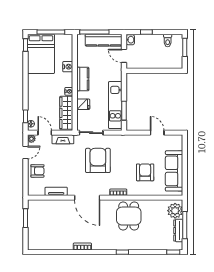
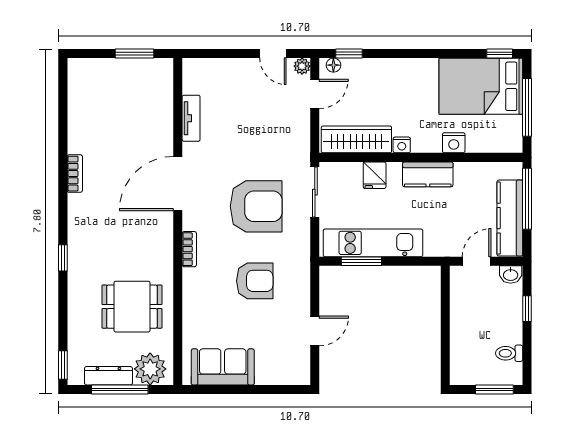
fireplace: (63, 139) -> (301, 133), removed
armchair: (37, 171) -> (234, 79), removed
sofa: (174, 171) -> (223, 367), width x0.73
armchair: (145, 172) -> (255, 281), moved
dining table: (129, 216) -> (132, 307), moved

